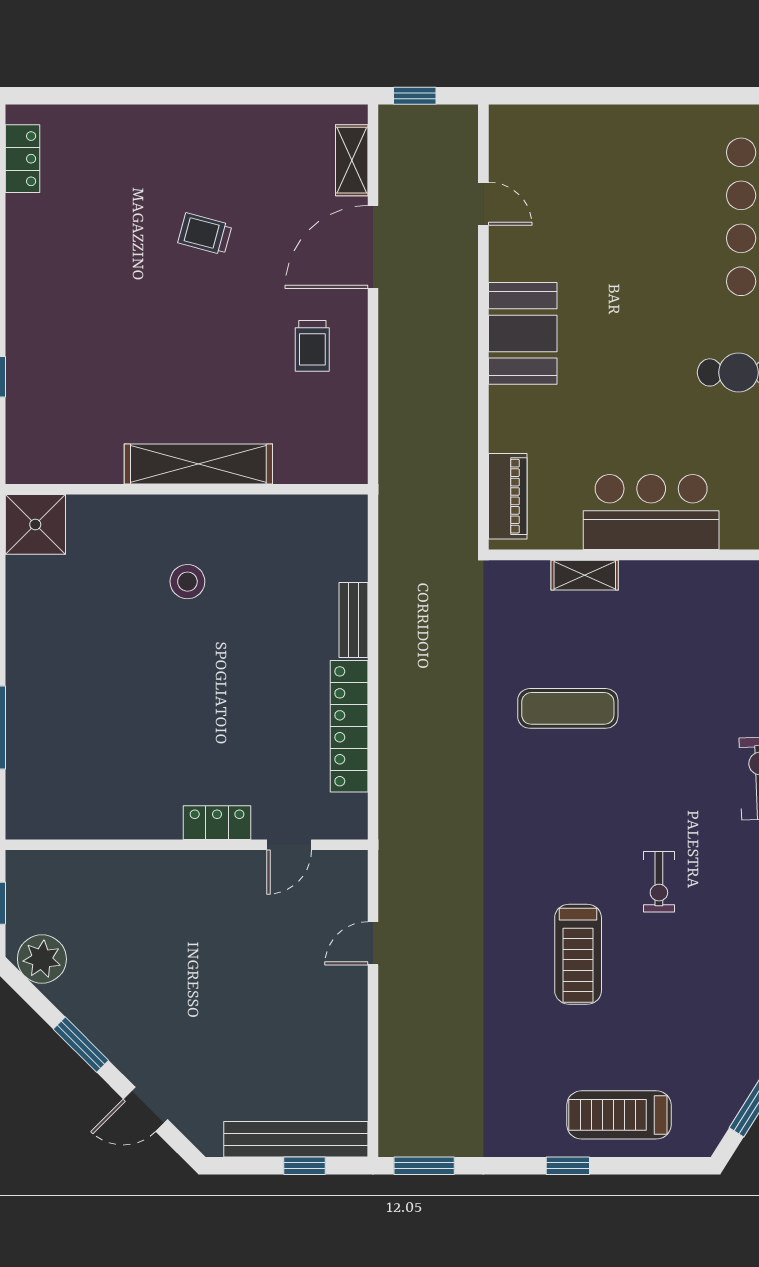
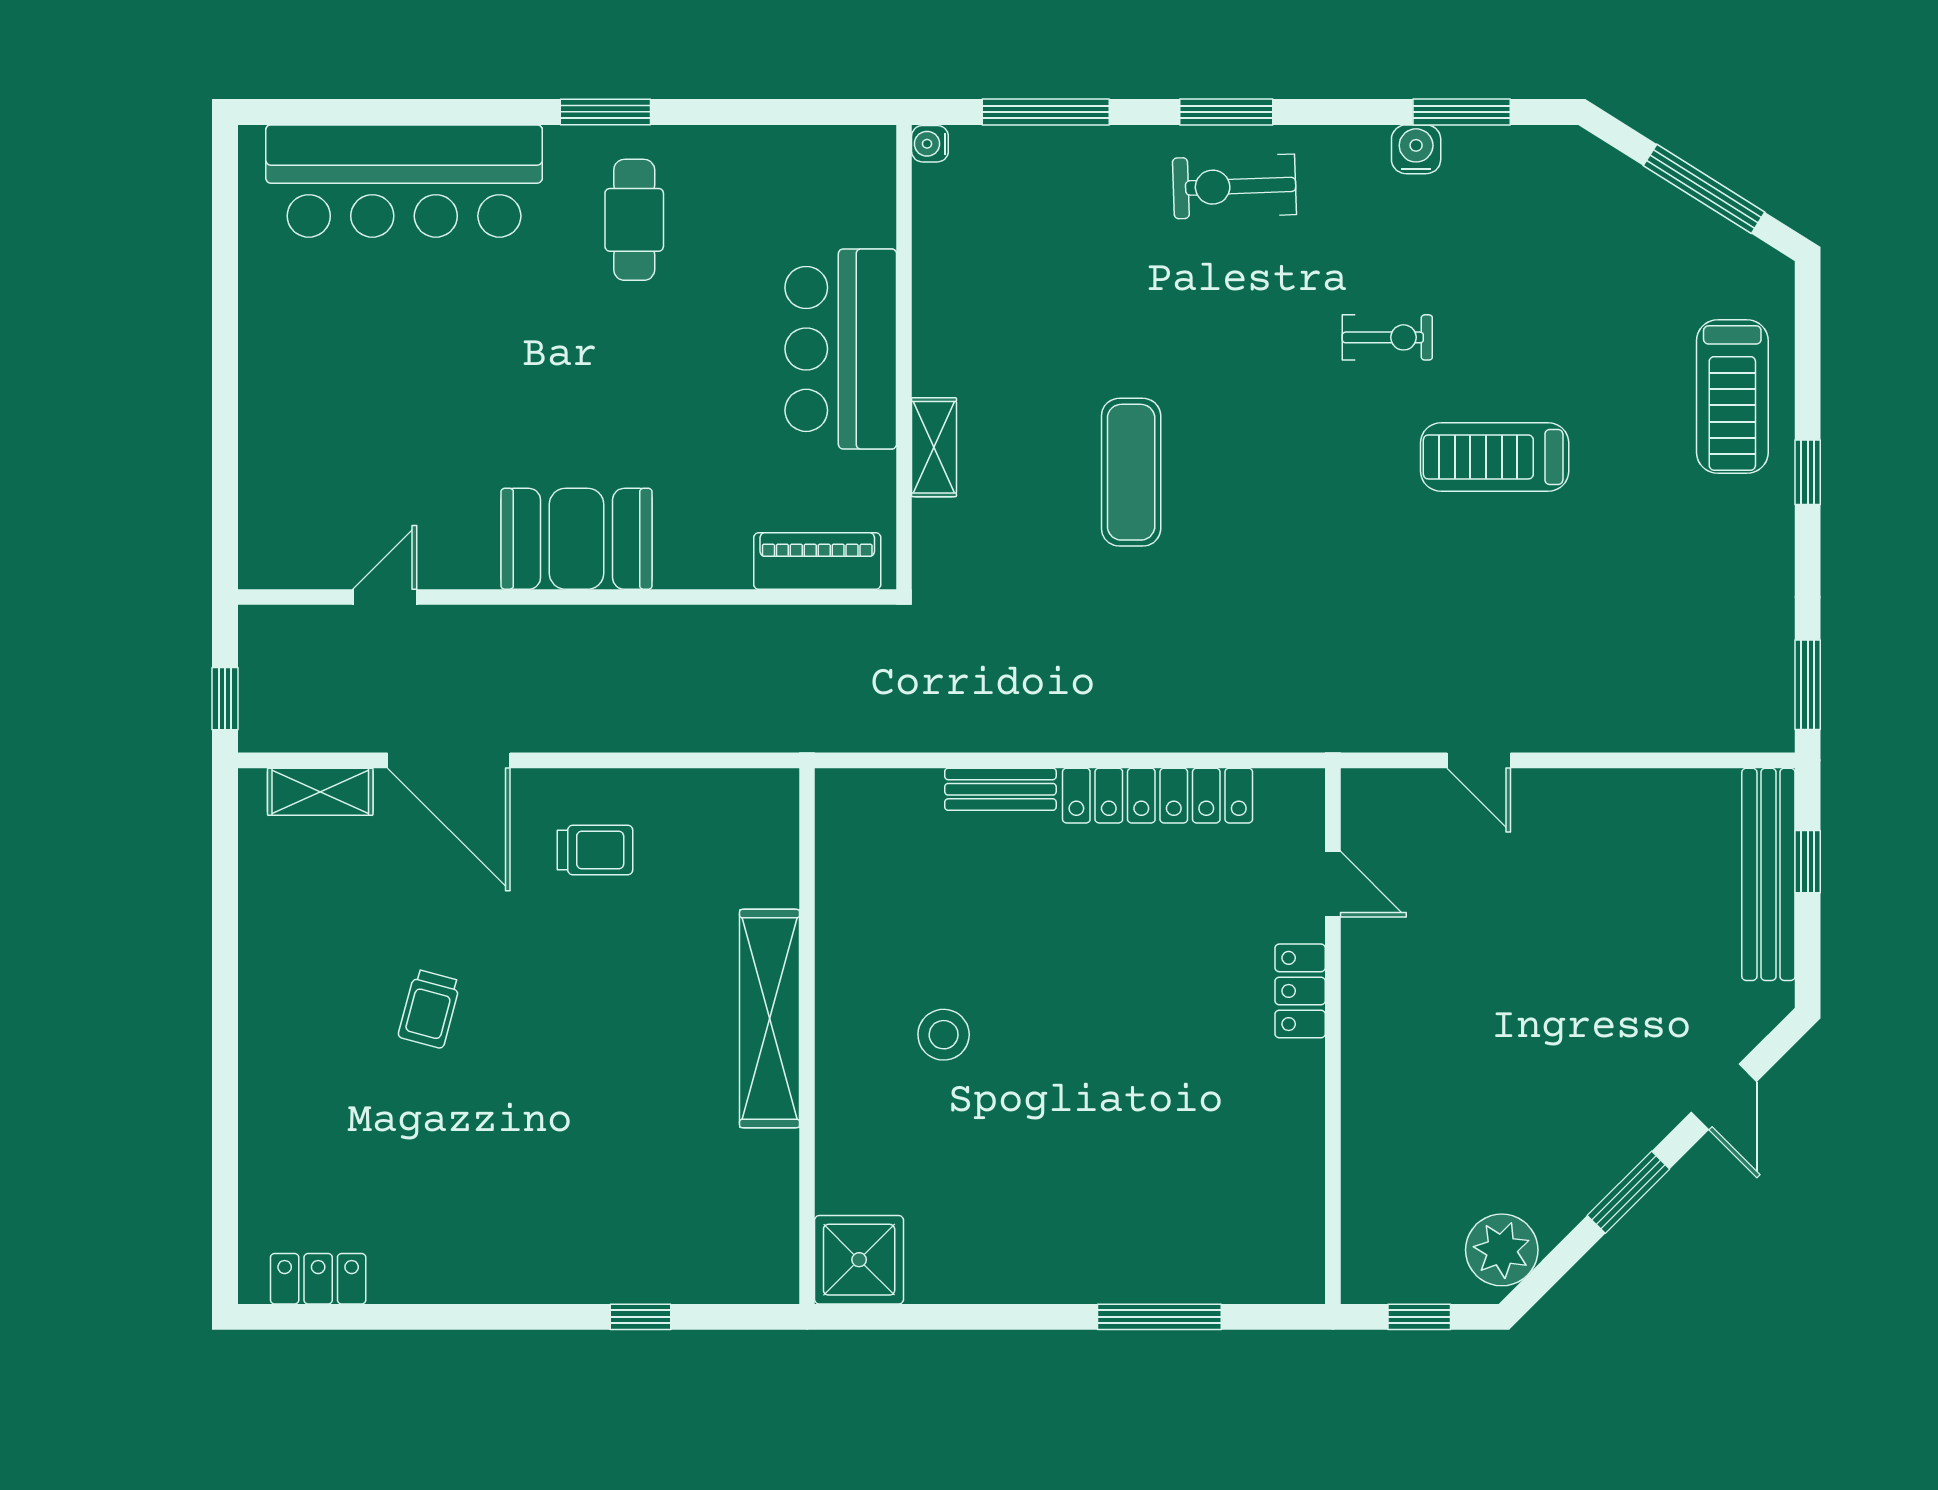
treadmill: (578, 954) -> (1495, 457), turned 180

